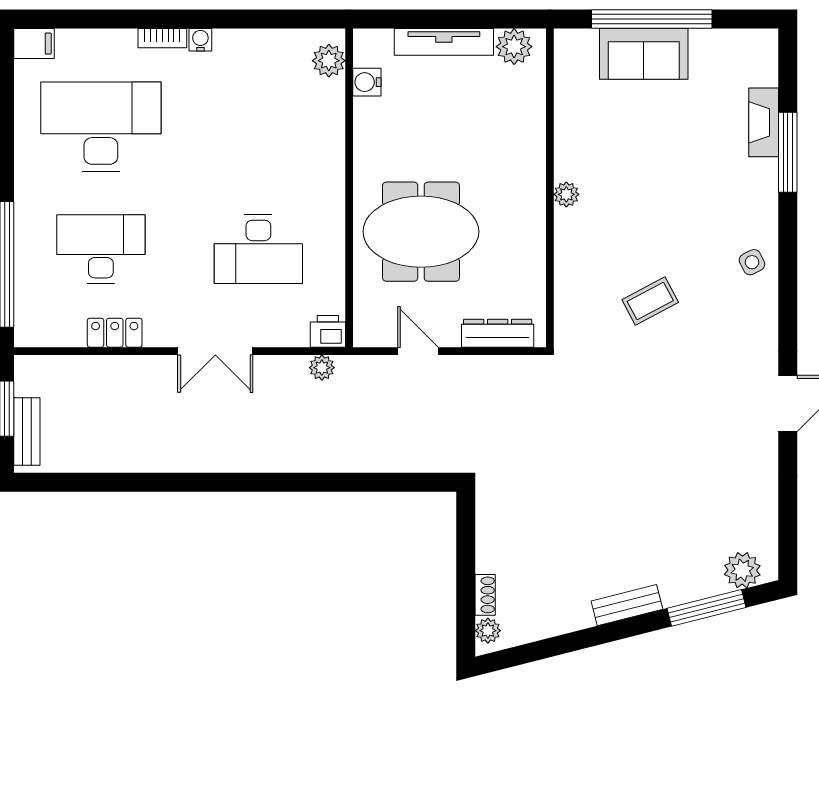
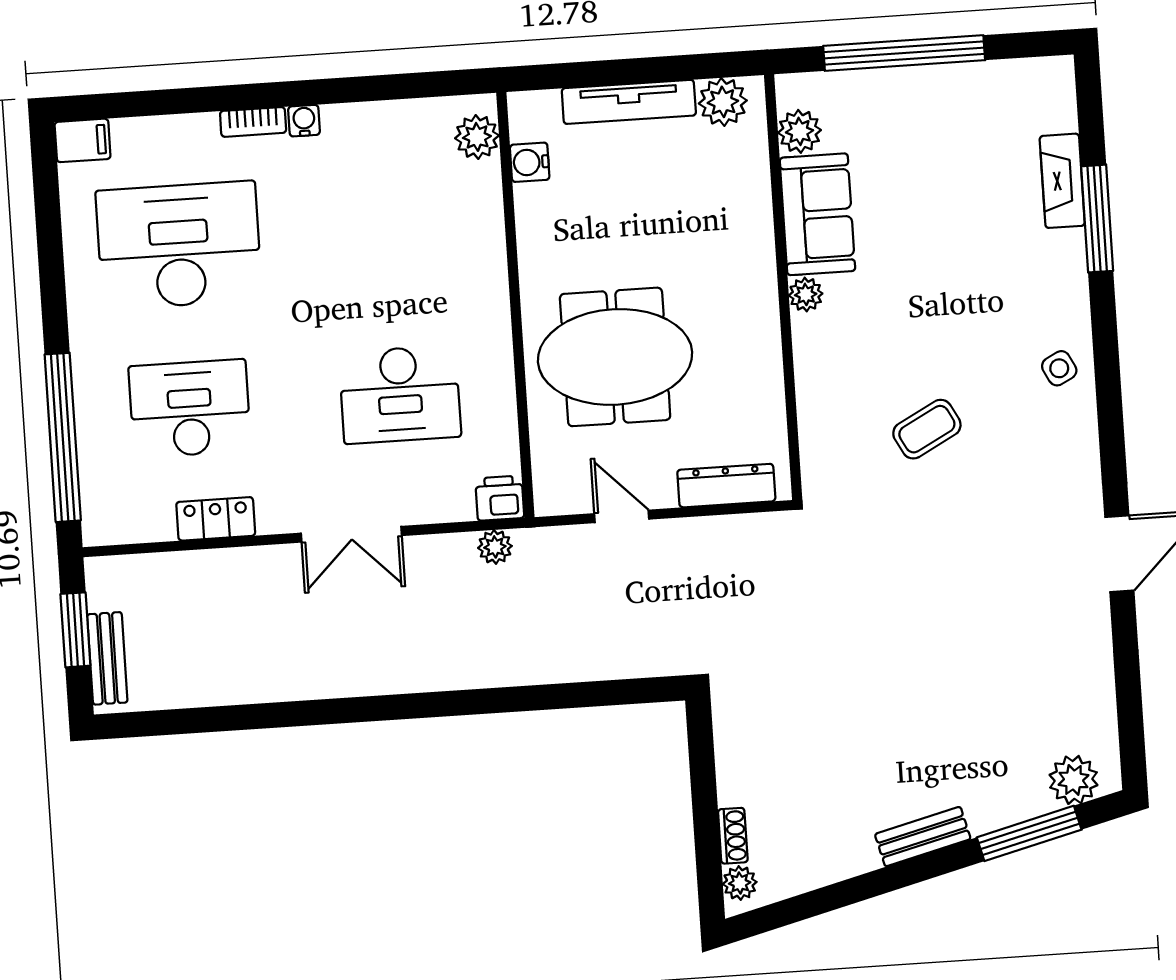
sofa: (644, 54) -> (817, 214), moved, turned -90
plant: (570, 72) -> (799, 131), added

